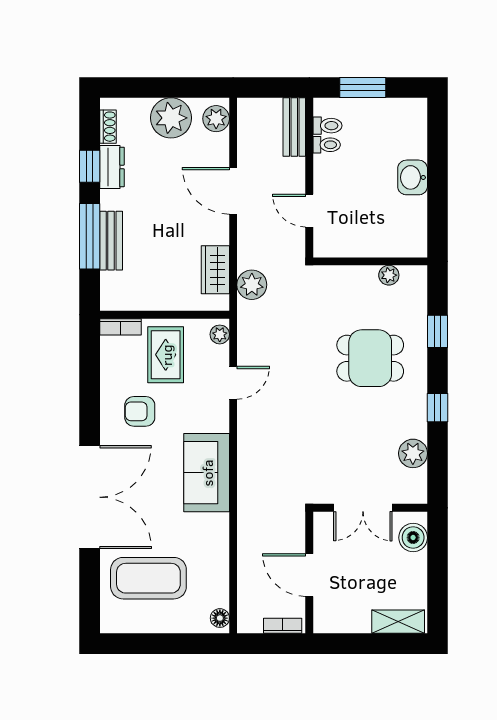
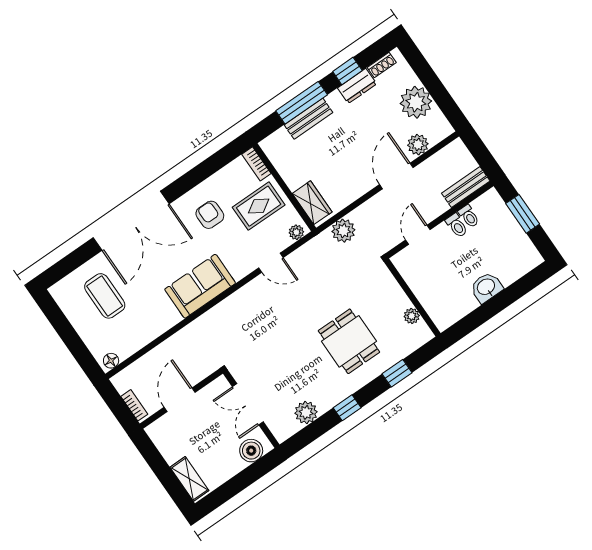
plant: (216, 119) -> (418, 145), moved
toilet: (327, 126) -> (457, 225), moved
wardrobe: (215, 270) -> (312, 203), moved, turned 90
coffee table: (148, 578) -> (105, 296), width x0.73, depth x0.76

